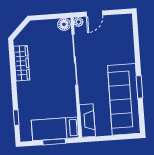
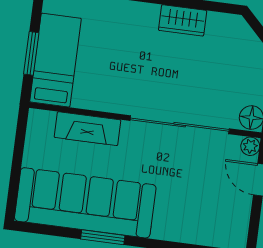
wardrobe: (22, 63) -> (183, 20), width x0.67
fireplace: (87, 121) -> (88, 129), moved

